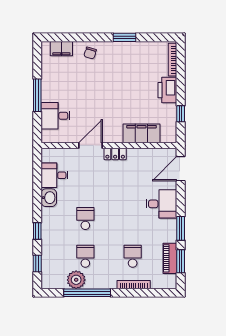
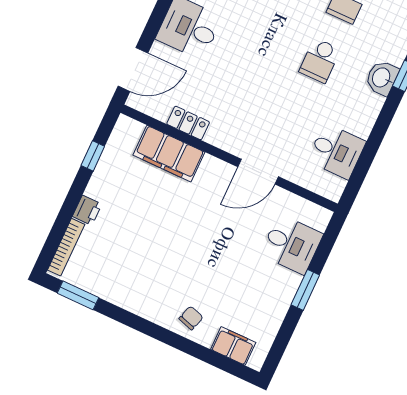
window: (125, 37) -> (78, 295), moved
printer: (167, 90) -> (87, 210), width x0.53, depth x0.68
window: (37, 95) -> (305, 290), width x0.69
locker: (115, 154) -> (188, 123), moved
washbasin: (49, 198) -> (382, 78), moved

